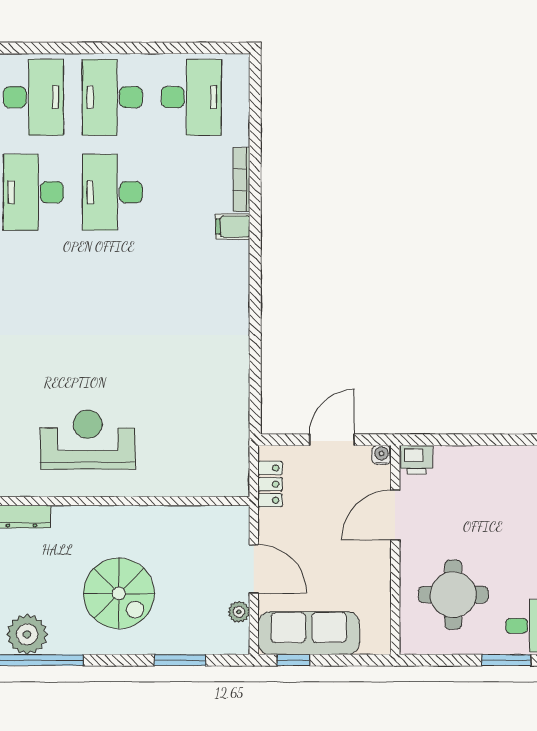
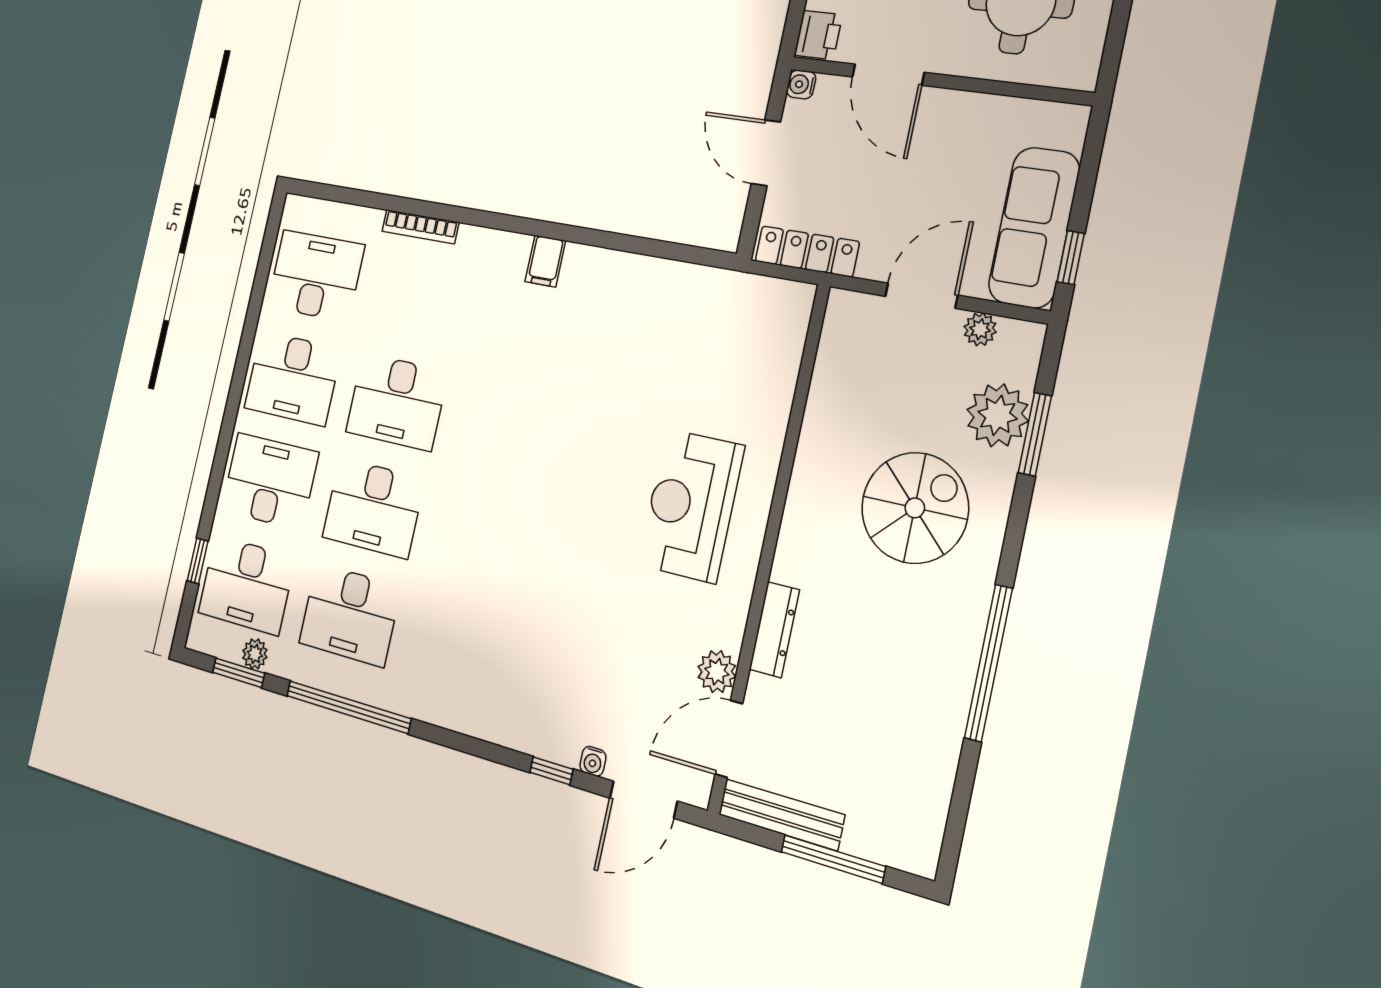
filing cabinet: (233, 226) -> (545, 261), moved
locker: (270, 484) -> (807, 251), width x1.53
plant: (27, 634) -> (998, 415), moved

